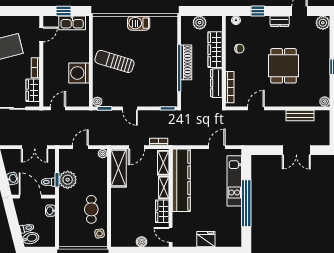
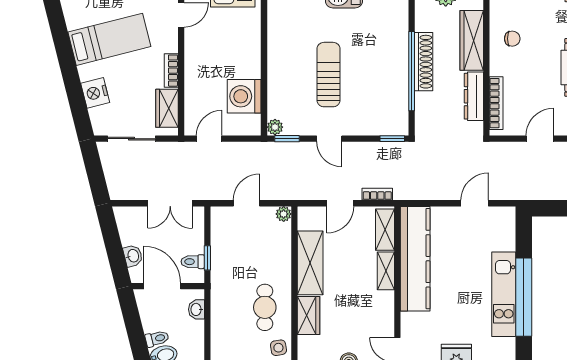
sun lounger: (114, 61) -> (329, 75), moved, turned 73
washing machine: (79, 73) -> (244, 96), moved
shelving: (118, 168) -> (310, 263), moved
plant: (68, 180) -> (225, 258), removed
kitchen unit: (234, 181) -> (504, 294), moved
wardrobe: (162, 211) -> (308, 316), moved, turned 180

